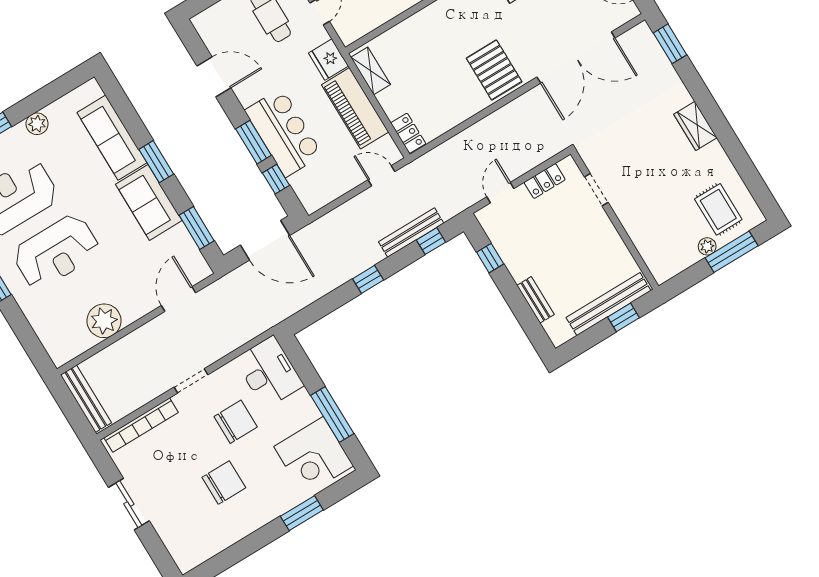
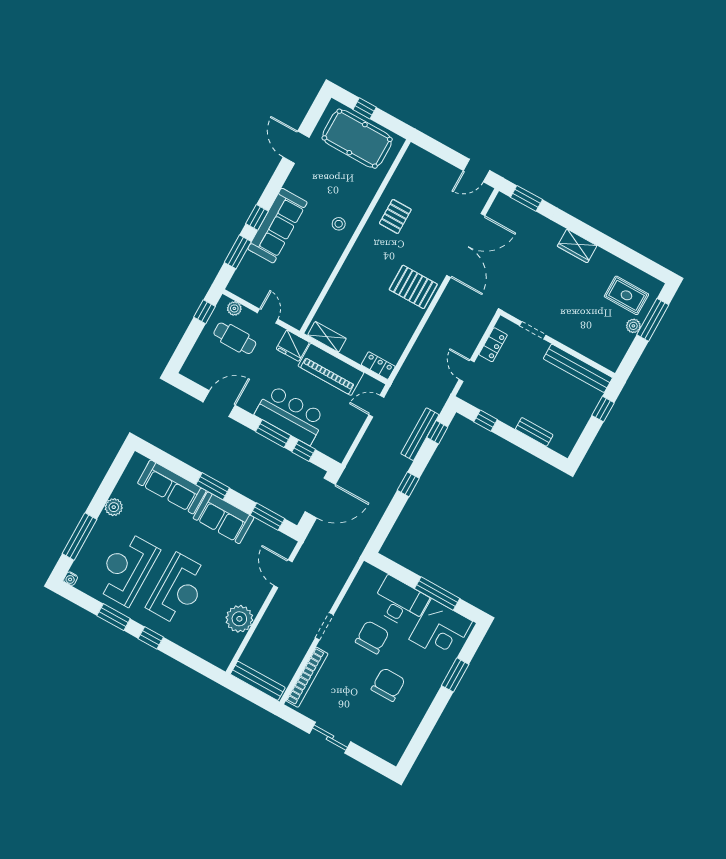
bench: (608, 304) -> (578, 368), moved, turned 90
desk: (269, 372) -> (400, 602), moved

